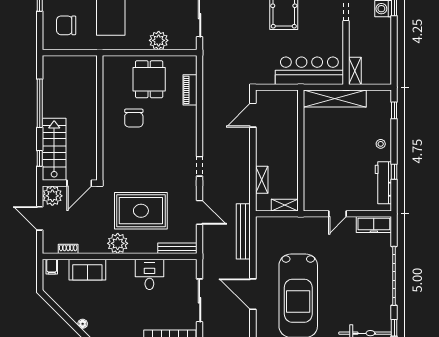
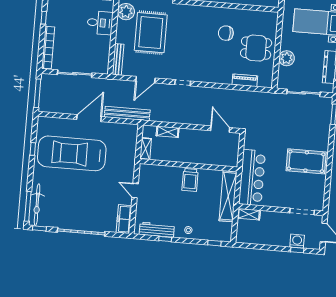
trolley: (319, 147) -> (190, 180), added
desk: (149, 274) -> (100, 23), moved
door: (253, 294) -> (89, 118), moved

